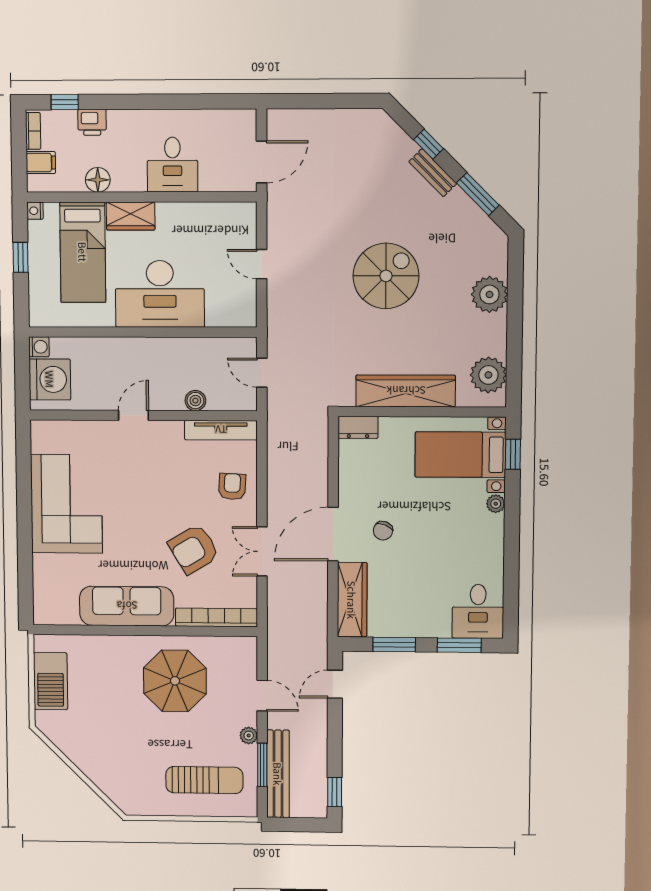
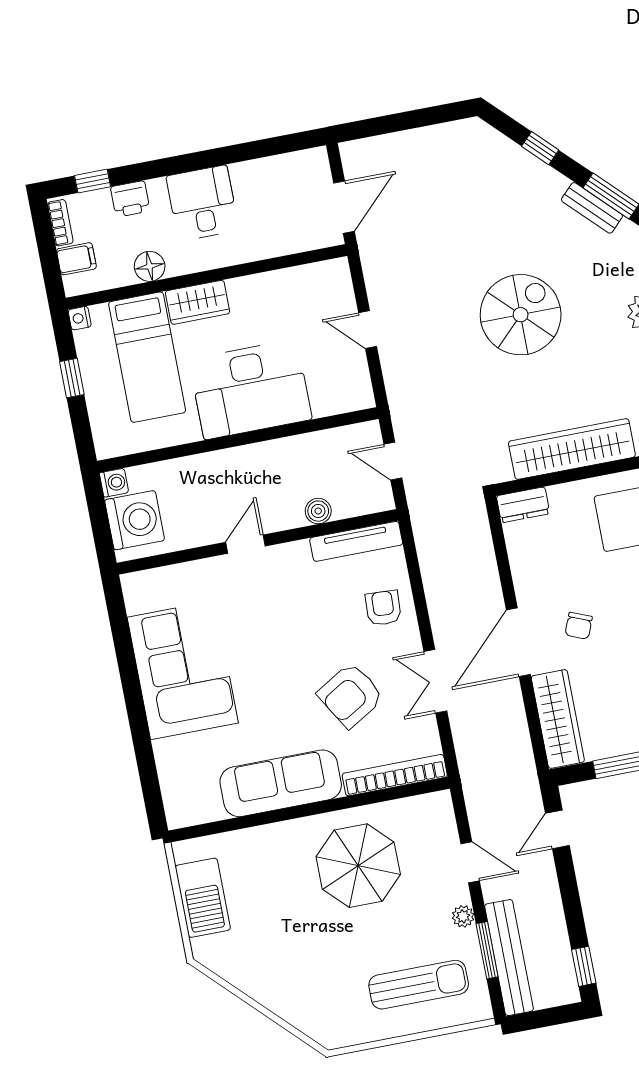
desk: (172, 165) -> (202, 203), moved, turned 180
bench: (433, 173) -> (592, 208), moved

